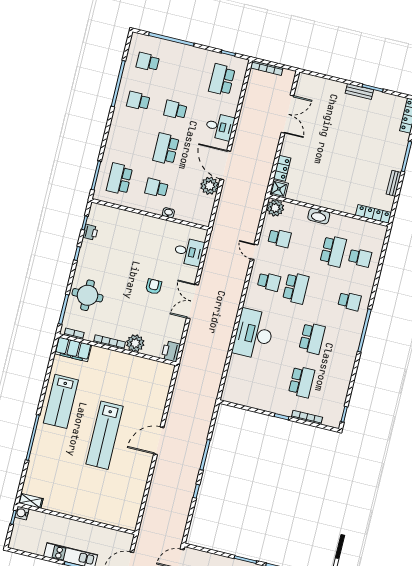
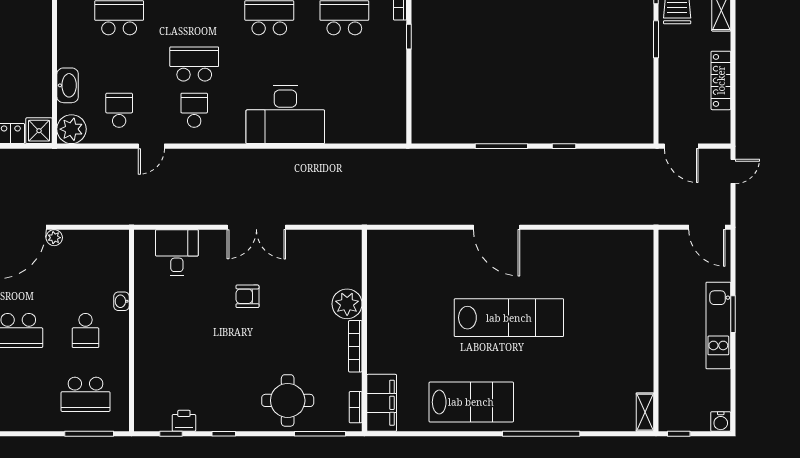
plant: (210, 186) -> (54, 238), width x0.53, depth x0.53
washbasin: (319, 216) -> (68, 85), moved
printer: (171, 351) -> (346, 243), removed
water cooler: (22, 513) -> (721, 421), moved

